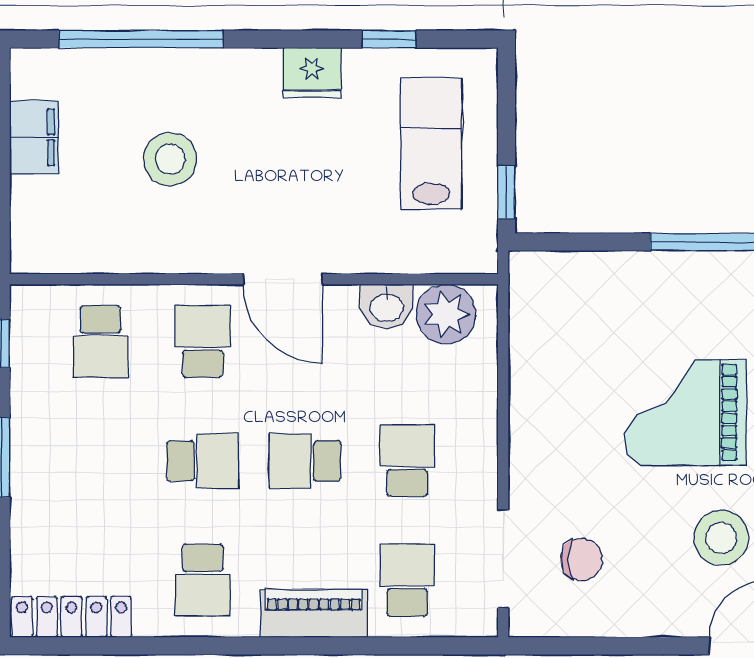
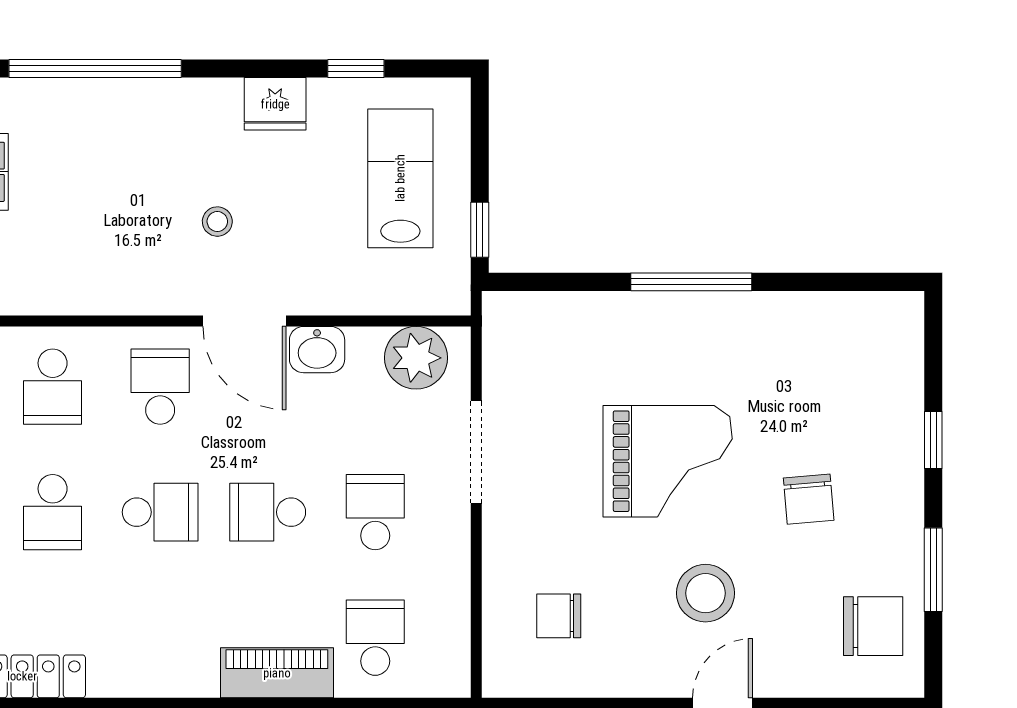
stool: (170, 159) -> (217, 222), moved, width x0.53, depth x0.53
washbasin: (387, 306) -> (317, 350), moved
grand piano: (685, 412) -> (668, 461), turned 180
doorway: (503, 559) -> (476, 452), moved
chair: (582, 559) -> (559, 616), turned 180
school desk: (203, 580) -> (53, 512), moved

